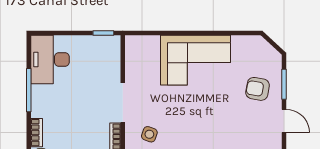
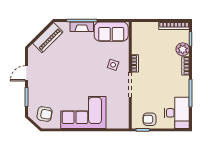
armchair: (93, 50) -> (150, 119), added
armchair: (258, 89) -> (45, 114), moved
door: (284, 121) -> (26, 73), hinge flipped

